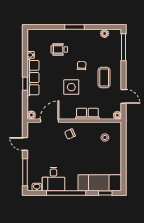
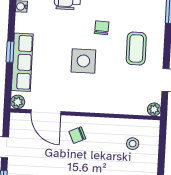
row of seats: (33, 78) -> (22, 62), moved
row of seats: (87, 114) -> (107, 104), removed
door: (49, 121) -> (46, 112), swing flipped

